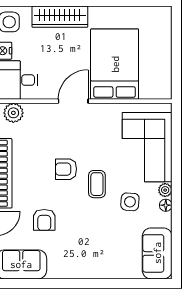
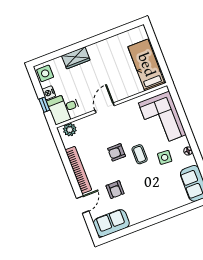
wardrobe: (60, 17) -> (76, 58), width x0.67
bed: (115, 64) -> (146, 65), moved, width x0.67
plant: (165, 190) -> (184, 142), removed

